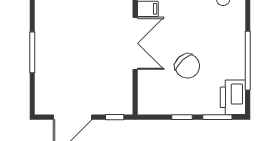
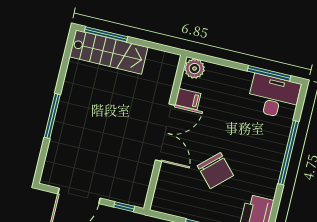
window: (248, 61) -> (288, 153), moved

